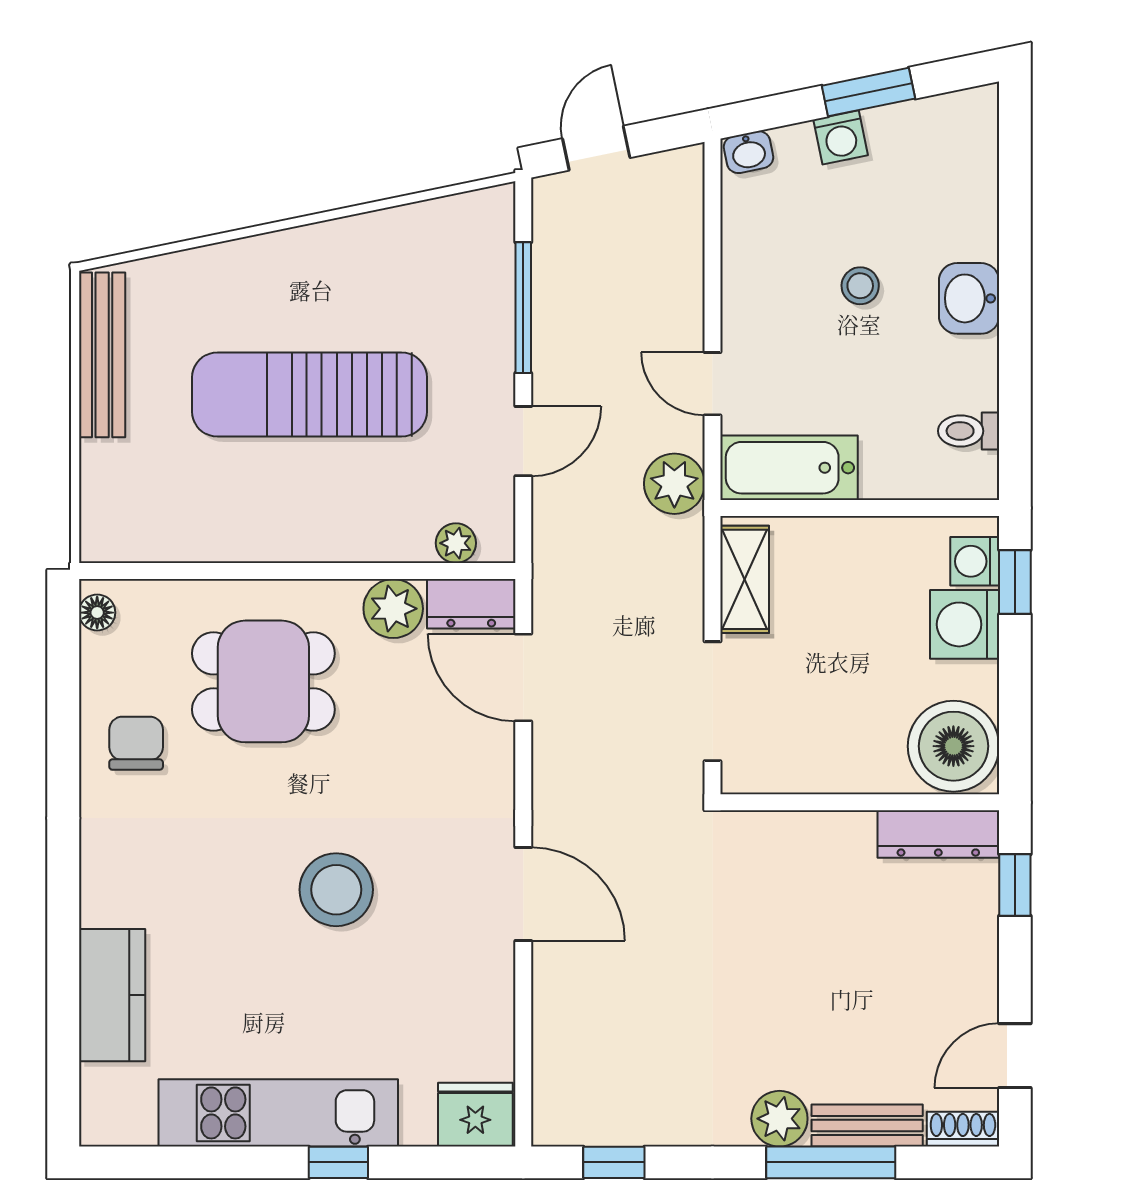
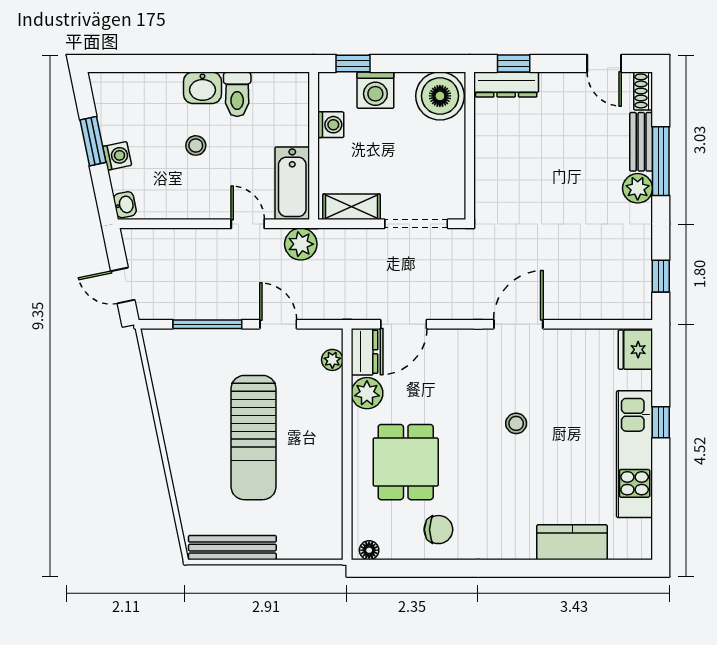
door: (713, 384) -> (248, 224), swing flipped
toilet: (969, 431) -> (237, 94), moved, width x1.37, depth x1.39
washing machine: (975, 561) -> (331, 125), moved, turned -90
chair: (136, 743) -> (438, 530), turned 180
dresser: (938, 834) -> (506, 84), moved, turned 90
stool: (336, 890) -> (516, 423), width x0.53, depth x0.53

